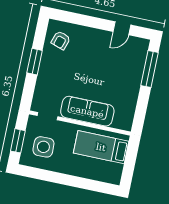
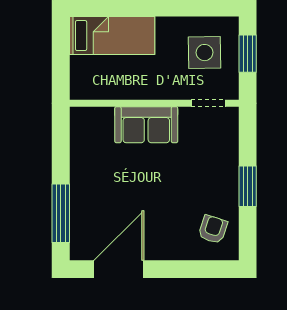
door: (122, 28) -> (119, 269), width x1.88
sofa: (87, 111) -> (146, 125), width x0.73
bed: (101, 147) -> (112, 36), moved

